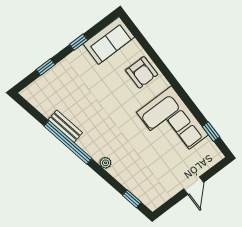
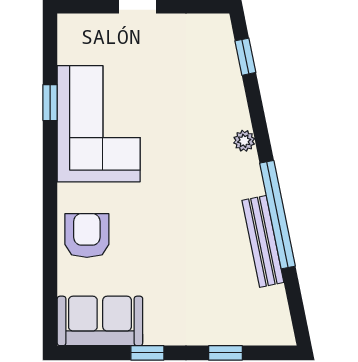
bench: (65, 126) -> (263, 241), width x1.36
window: (211, 132) -> (50, 103), moved

